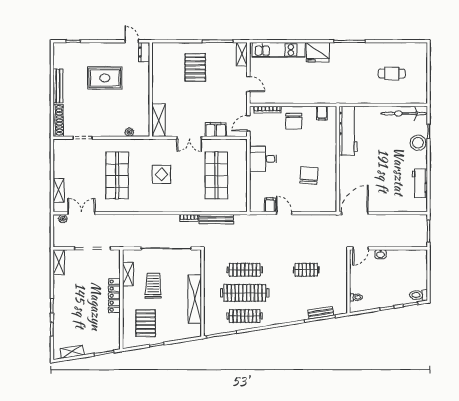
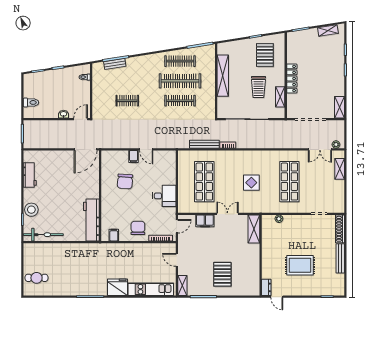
cafe table: (392, 74) -> (37, 278), moved
filing cabinet: (270, 205) -> (133, 156), moved
toilet: (418, 295) -> (31, 102), moved

